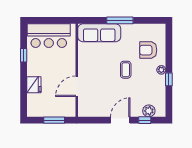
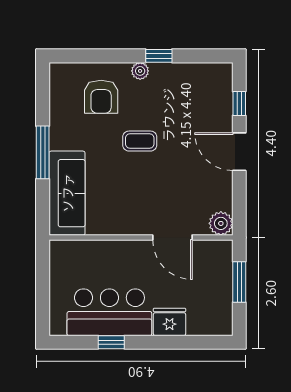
bar counter: (49, 36) -> (109, 312), moved, turned -90
plant: (149, 111) -> (221, 223), moved

